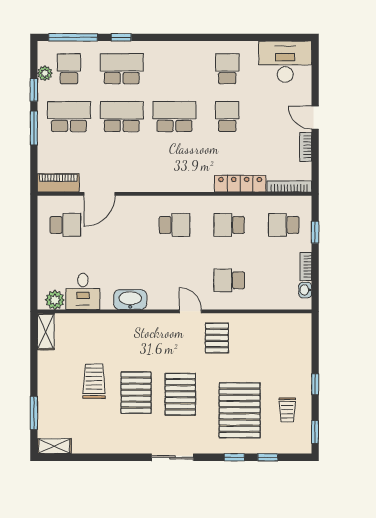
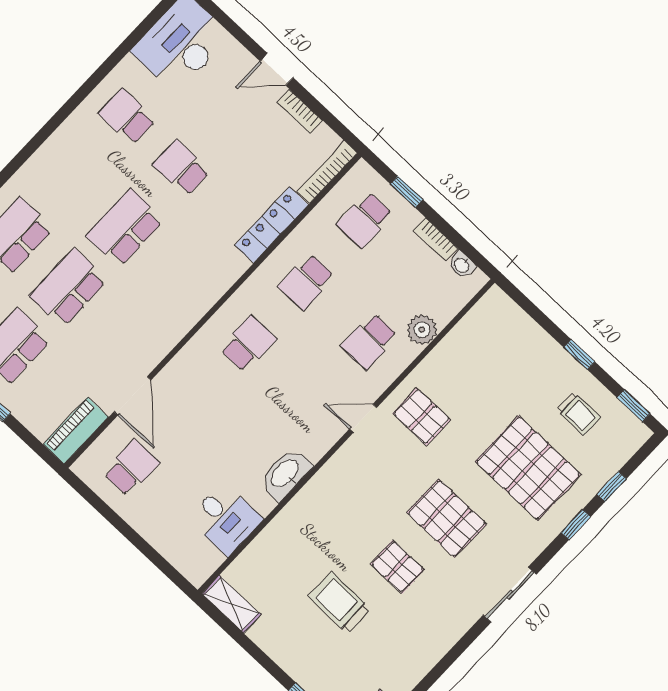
plant: (55, 300) -> (422, 330), moved
pallet: (136, 393) -> (397, 567), width x0.67, depth x0.71

